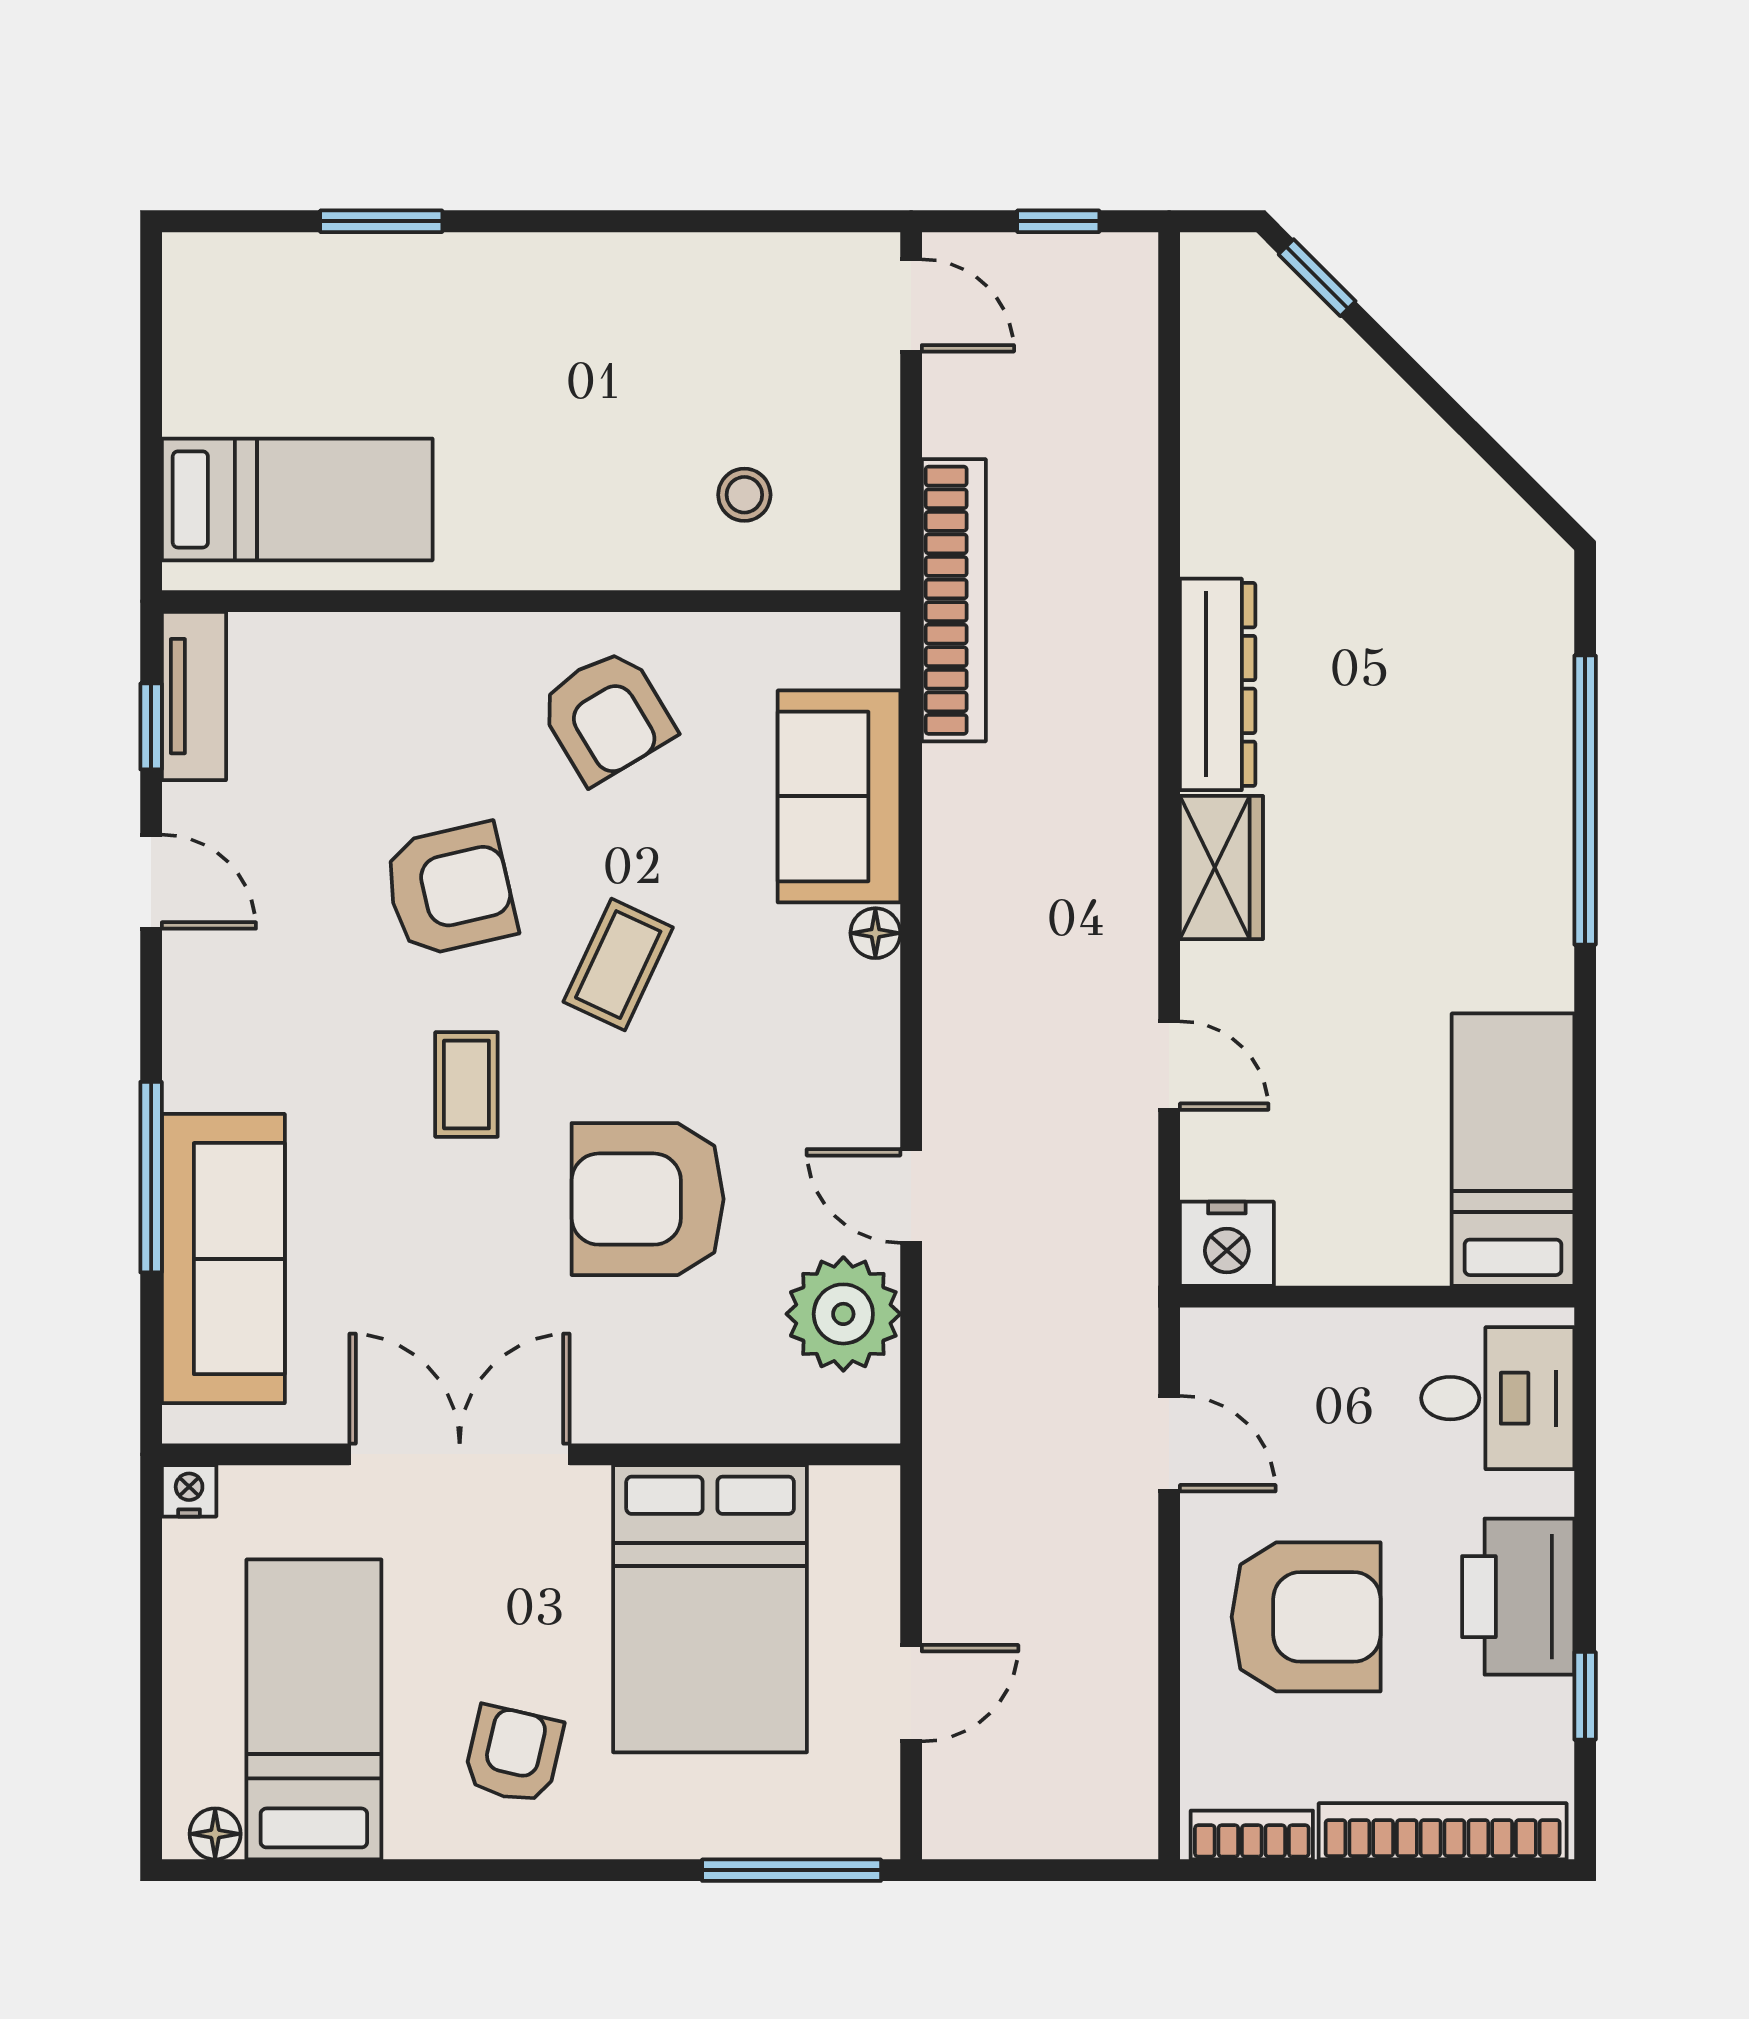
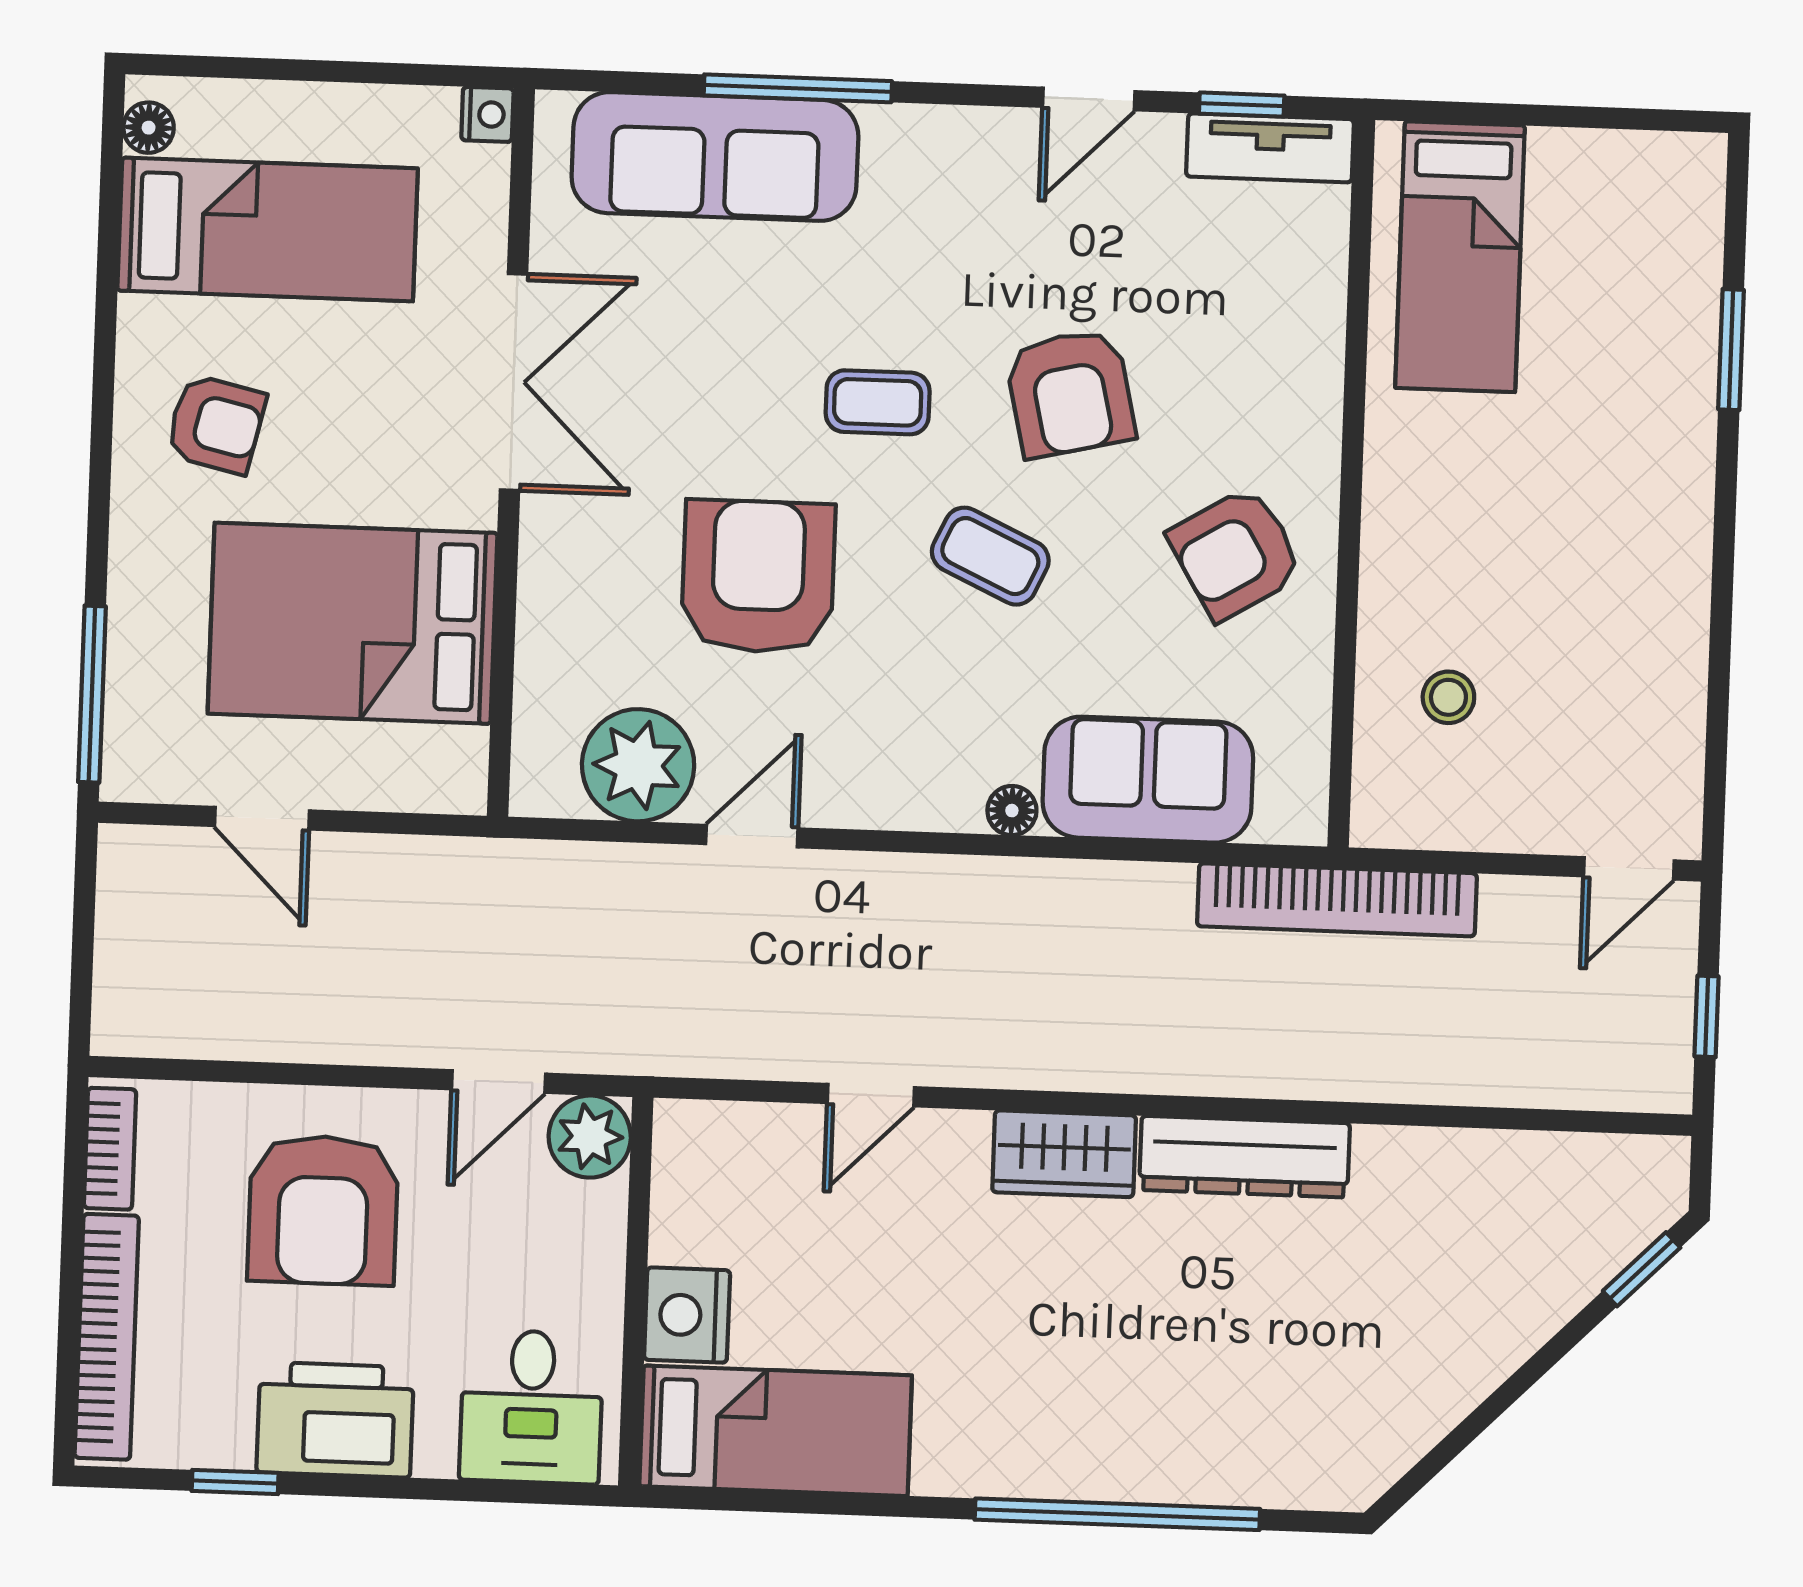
nightstand: (1227, 1244) -> (687, 1315), moved
plant: (1222, 1349) -> (590, 1137), added

